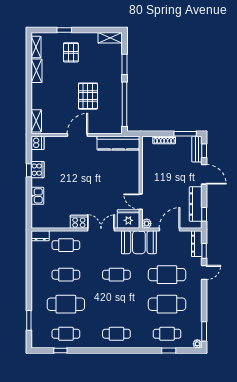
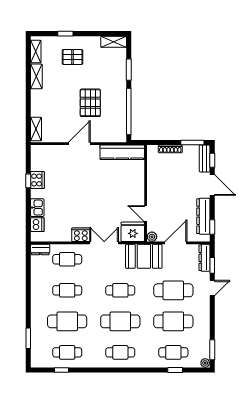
pallet: (71, 52) -> (72, 57), turned 90
dishwasher: (37, 143) -> (37, 225), moved
cafe table: (116, 304) -> (120, 321), added

